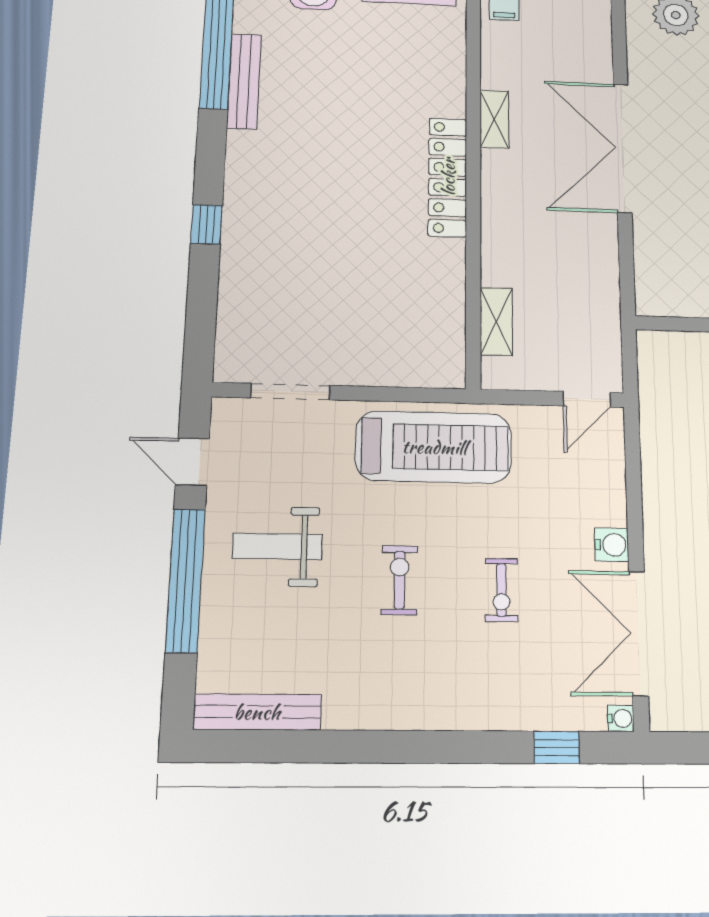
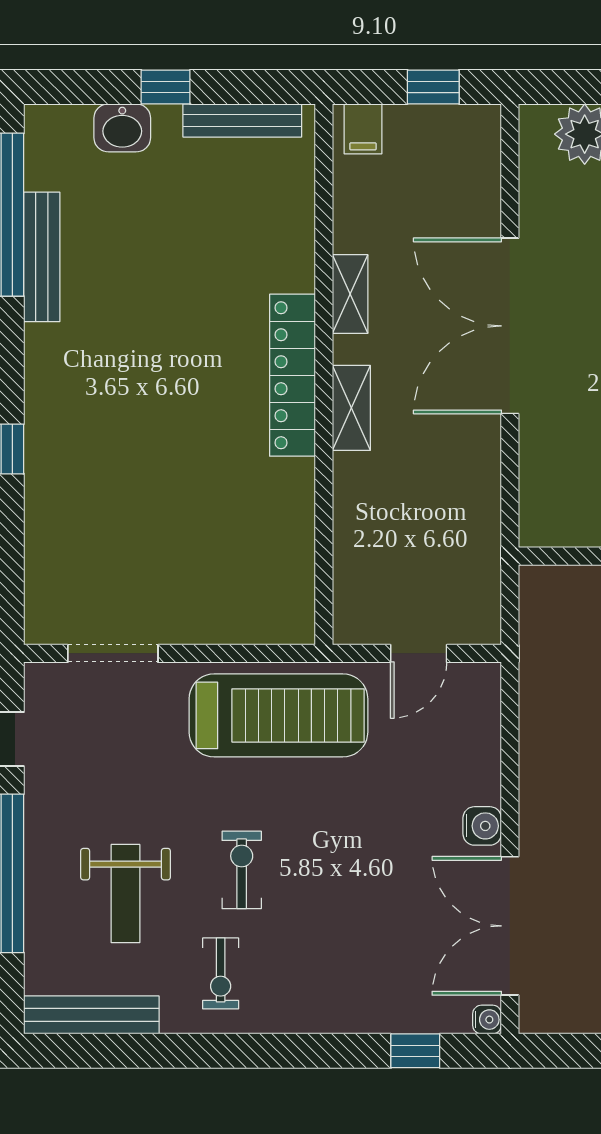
shelving: (496, 322) -> (351, 408), moved
door: (587, 399) -> (419, 653), moved
weight bench: (277, 546) -> (126, 894), moved, turned -90
exercise bike: (501, 590) -> (221, 973), moved

